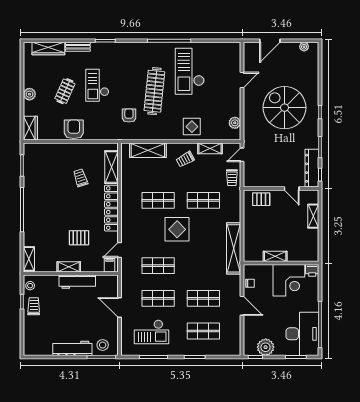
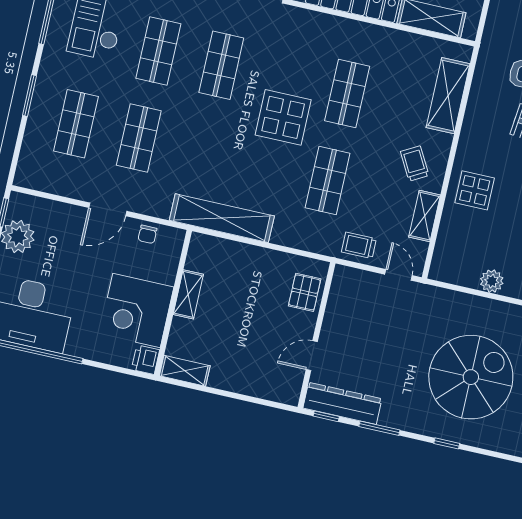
plant: (235, 123) -> (492, 281), moved
shelving: (313, 216) -> (185, 371), moved

